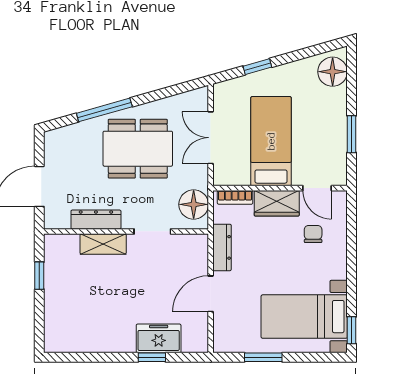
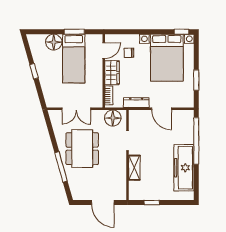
window: (257, 67) -> (34, 71), moved
floor lamp: (333, 72) -> (54, 42), moved
bed: (271, 141) -> (74, 59), moved, turned -90
dresser: (96, 220) -> (121, 172), removed
bed with nightstands: (304, 317) -> (167, 58), width x1.36
freezer: (159, 338) -> (184, 168), moved, width x1.91, depth x1.26
window: (152, 357) -> (196, 141), width x3.17

